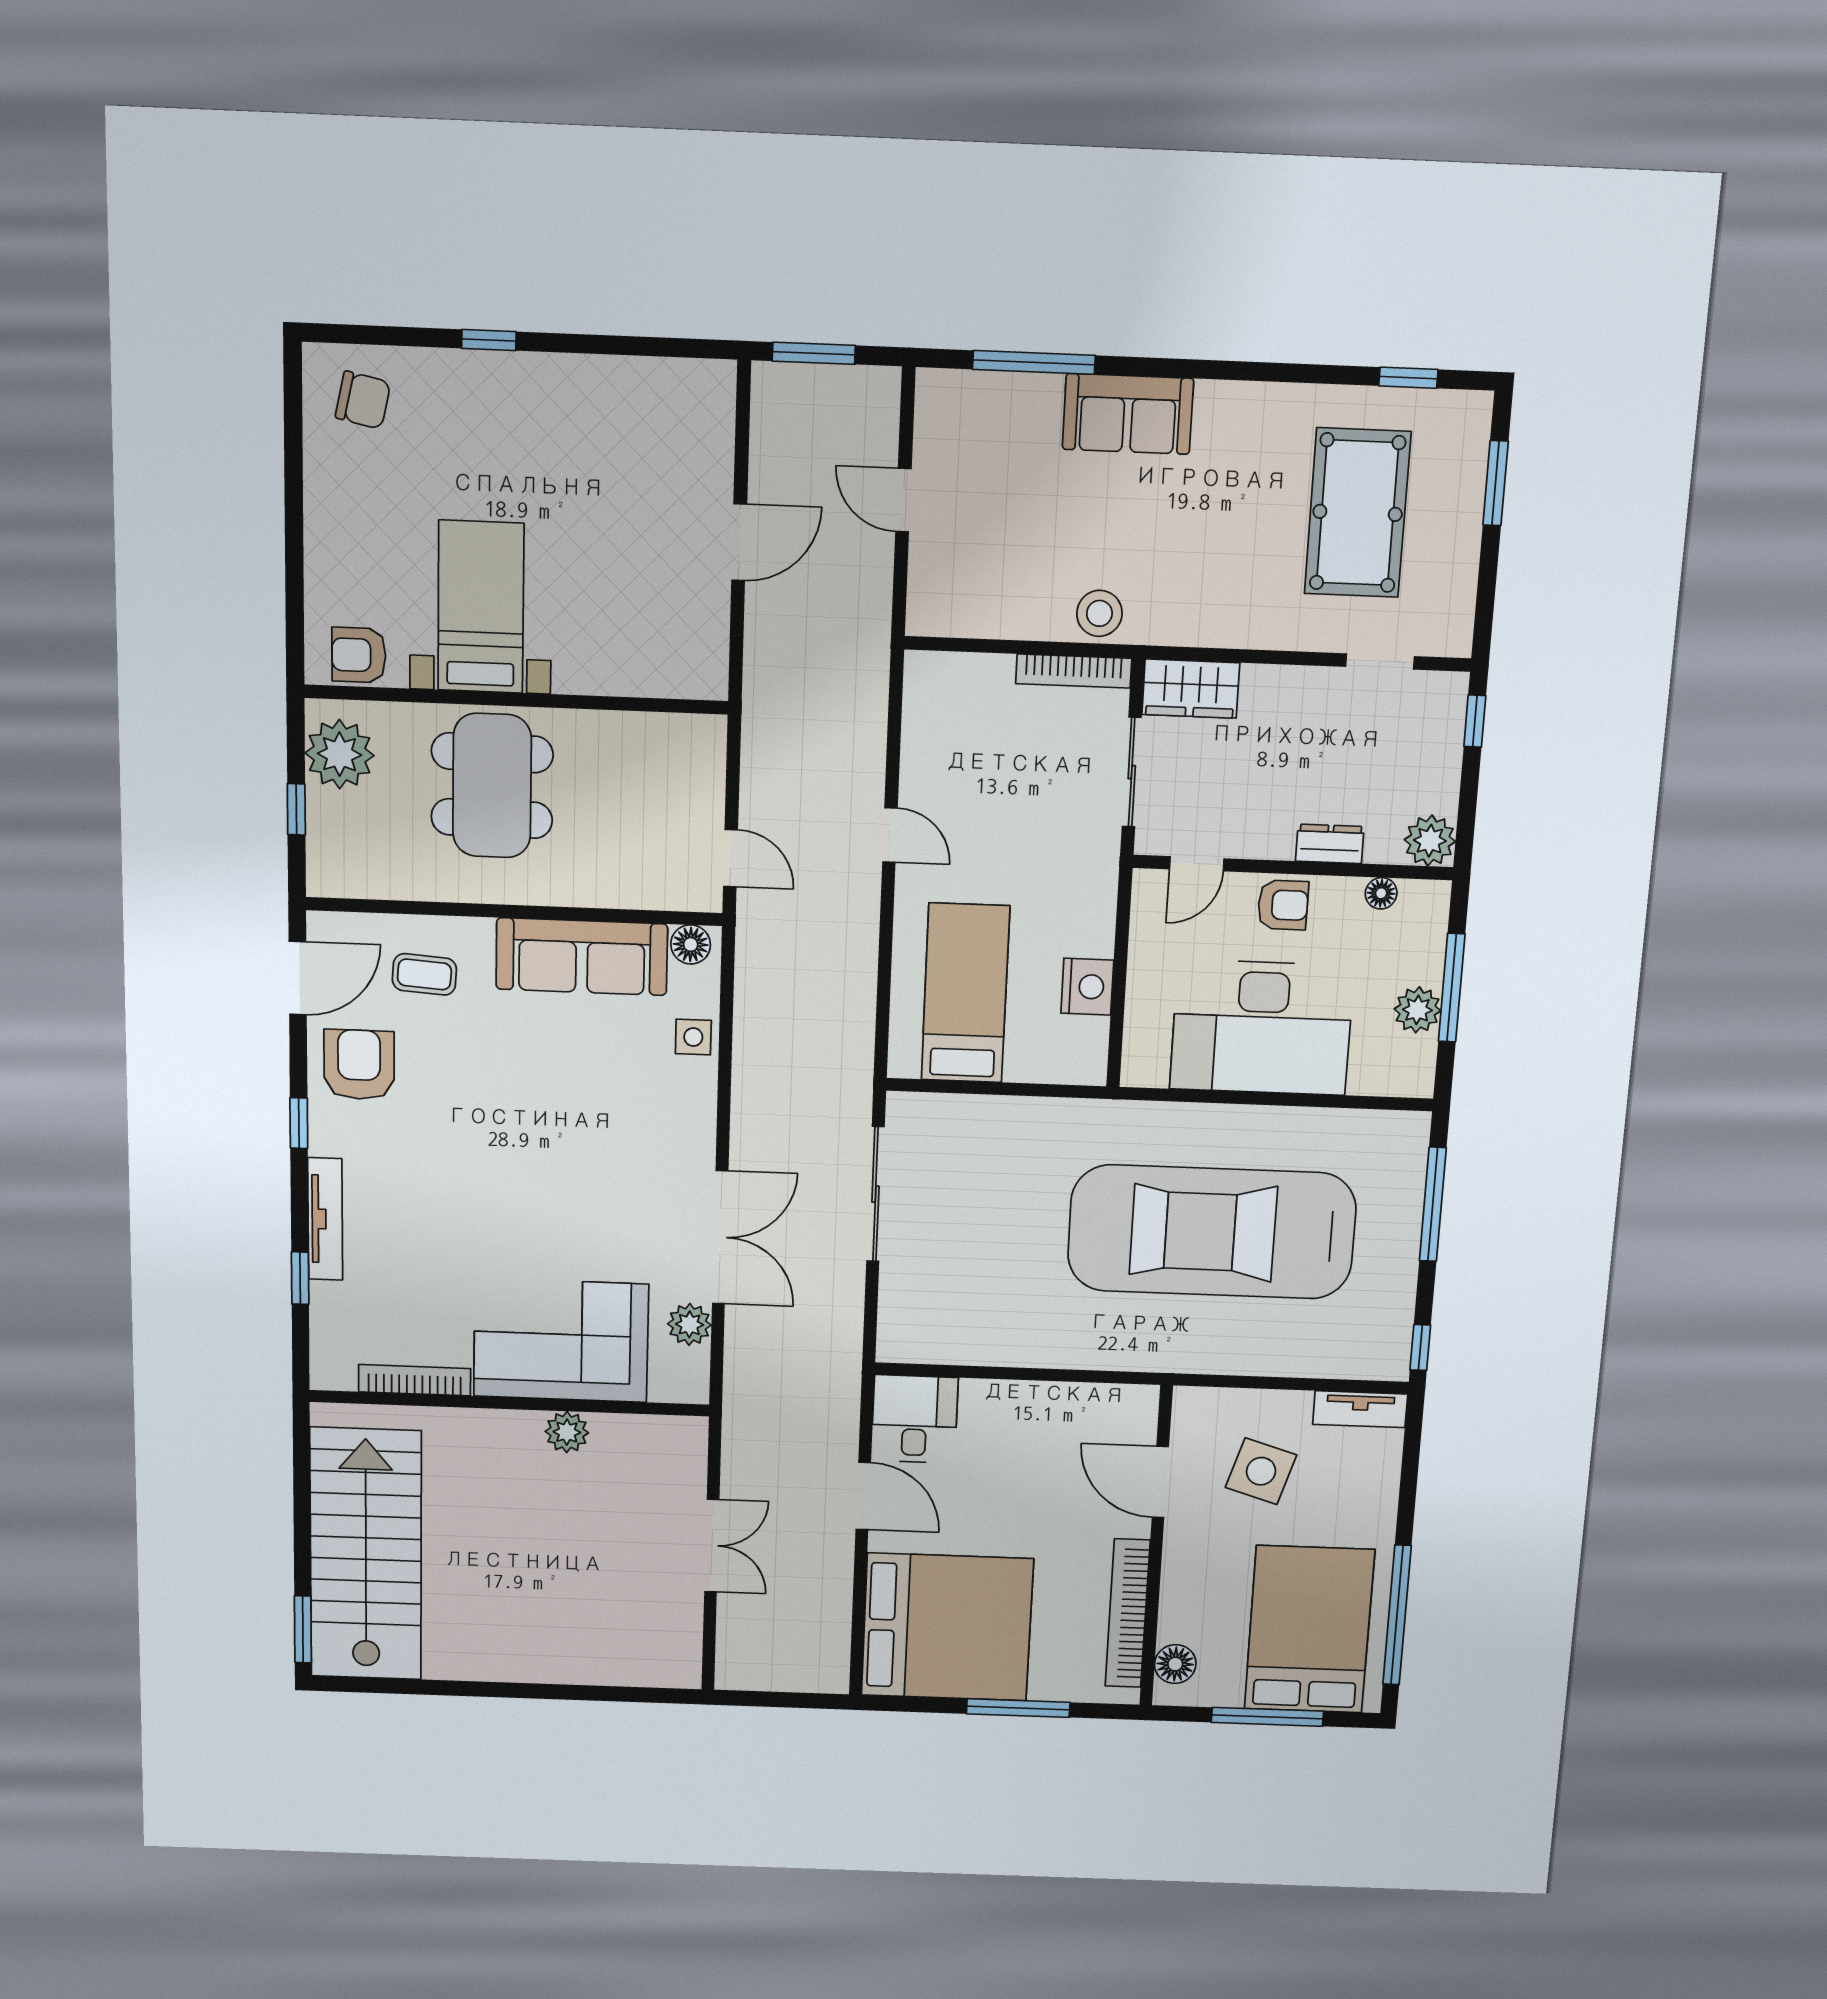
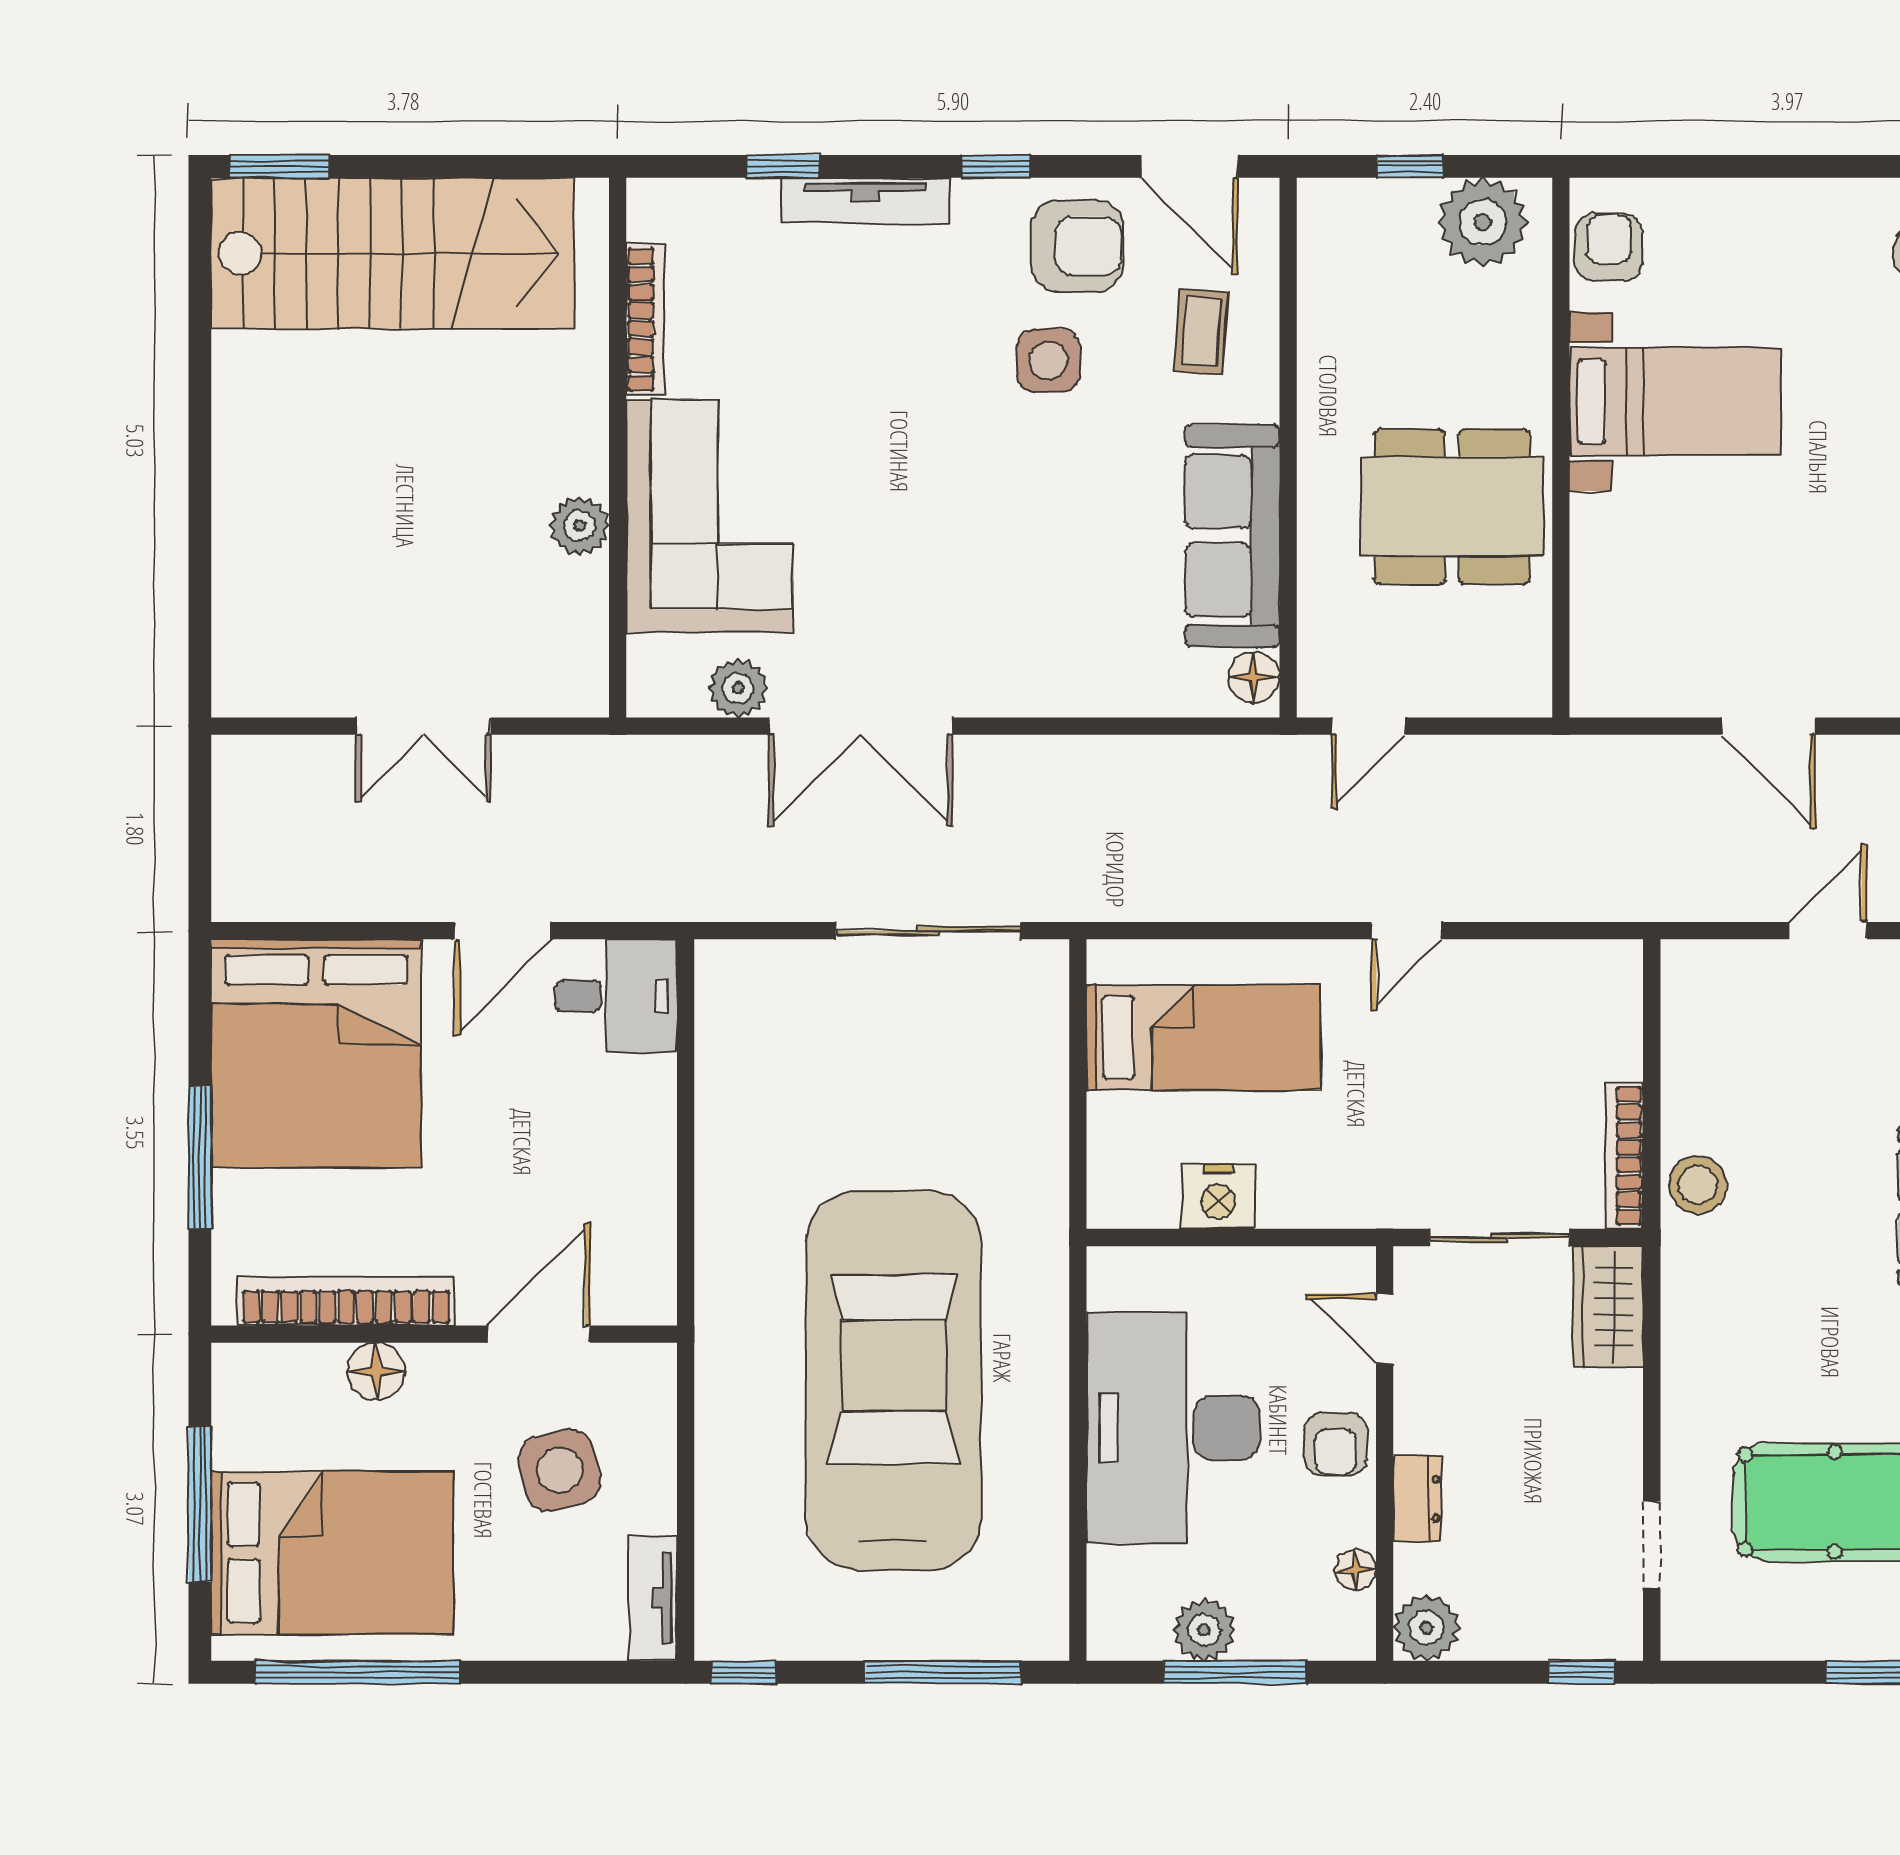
dining table: (492, 786) -> (1452, 507), moved
side table: (693, 1037) -> (1048, 360), moved, width x1.37, depth x1.37
side table: (1261, 1471) -> (560, 1470), turned -31
floor lamp: (1175, 1664) -> (376, 1371), moved

